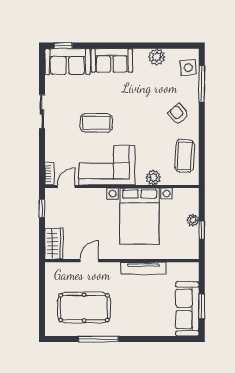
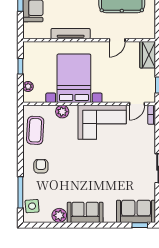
sofa: (112, 60) -> (85, 212), moved
armchair: (178, 114) -> (41, 166), turned -140
coffee table: (96, 123) -> (111, 159), removed
plant: (193, 220) -> (28, 87), moved

